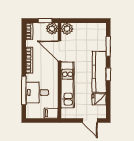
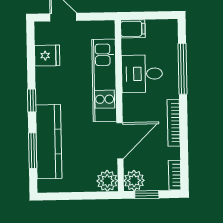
door: (59, 51) -> (120, 141), hinge flipped
kitchen counter: (99, 72) -> (49, 142), moved
desk: (37, 92) -> (142, 74), moved, turned 180

